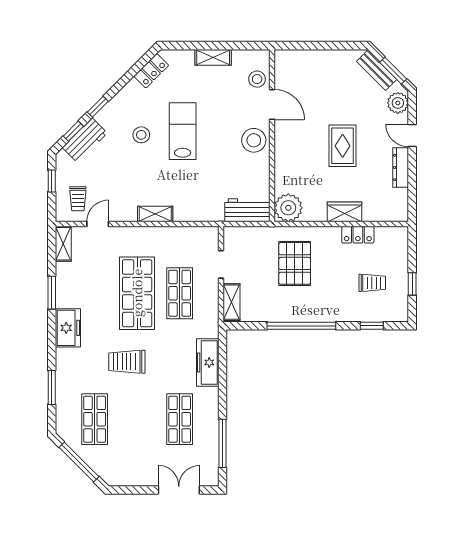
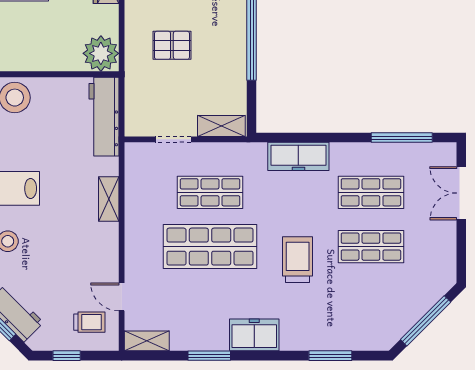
workbench: (247, 210) -> (104, 117), width x1.38
shelving: (155, 214) -> (109, 199), moved
pallet: (295, 263) -> (172, 45), width x0.67, depth x0.71
trolley: (127, 362) -> (298, 260), turned 180
shop shelf: (95, 419) -> (371, 247), moved

